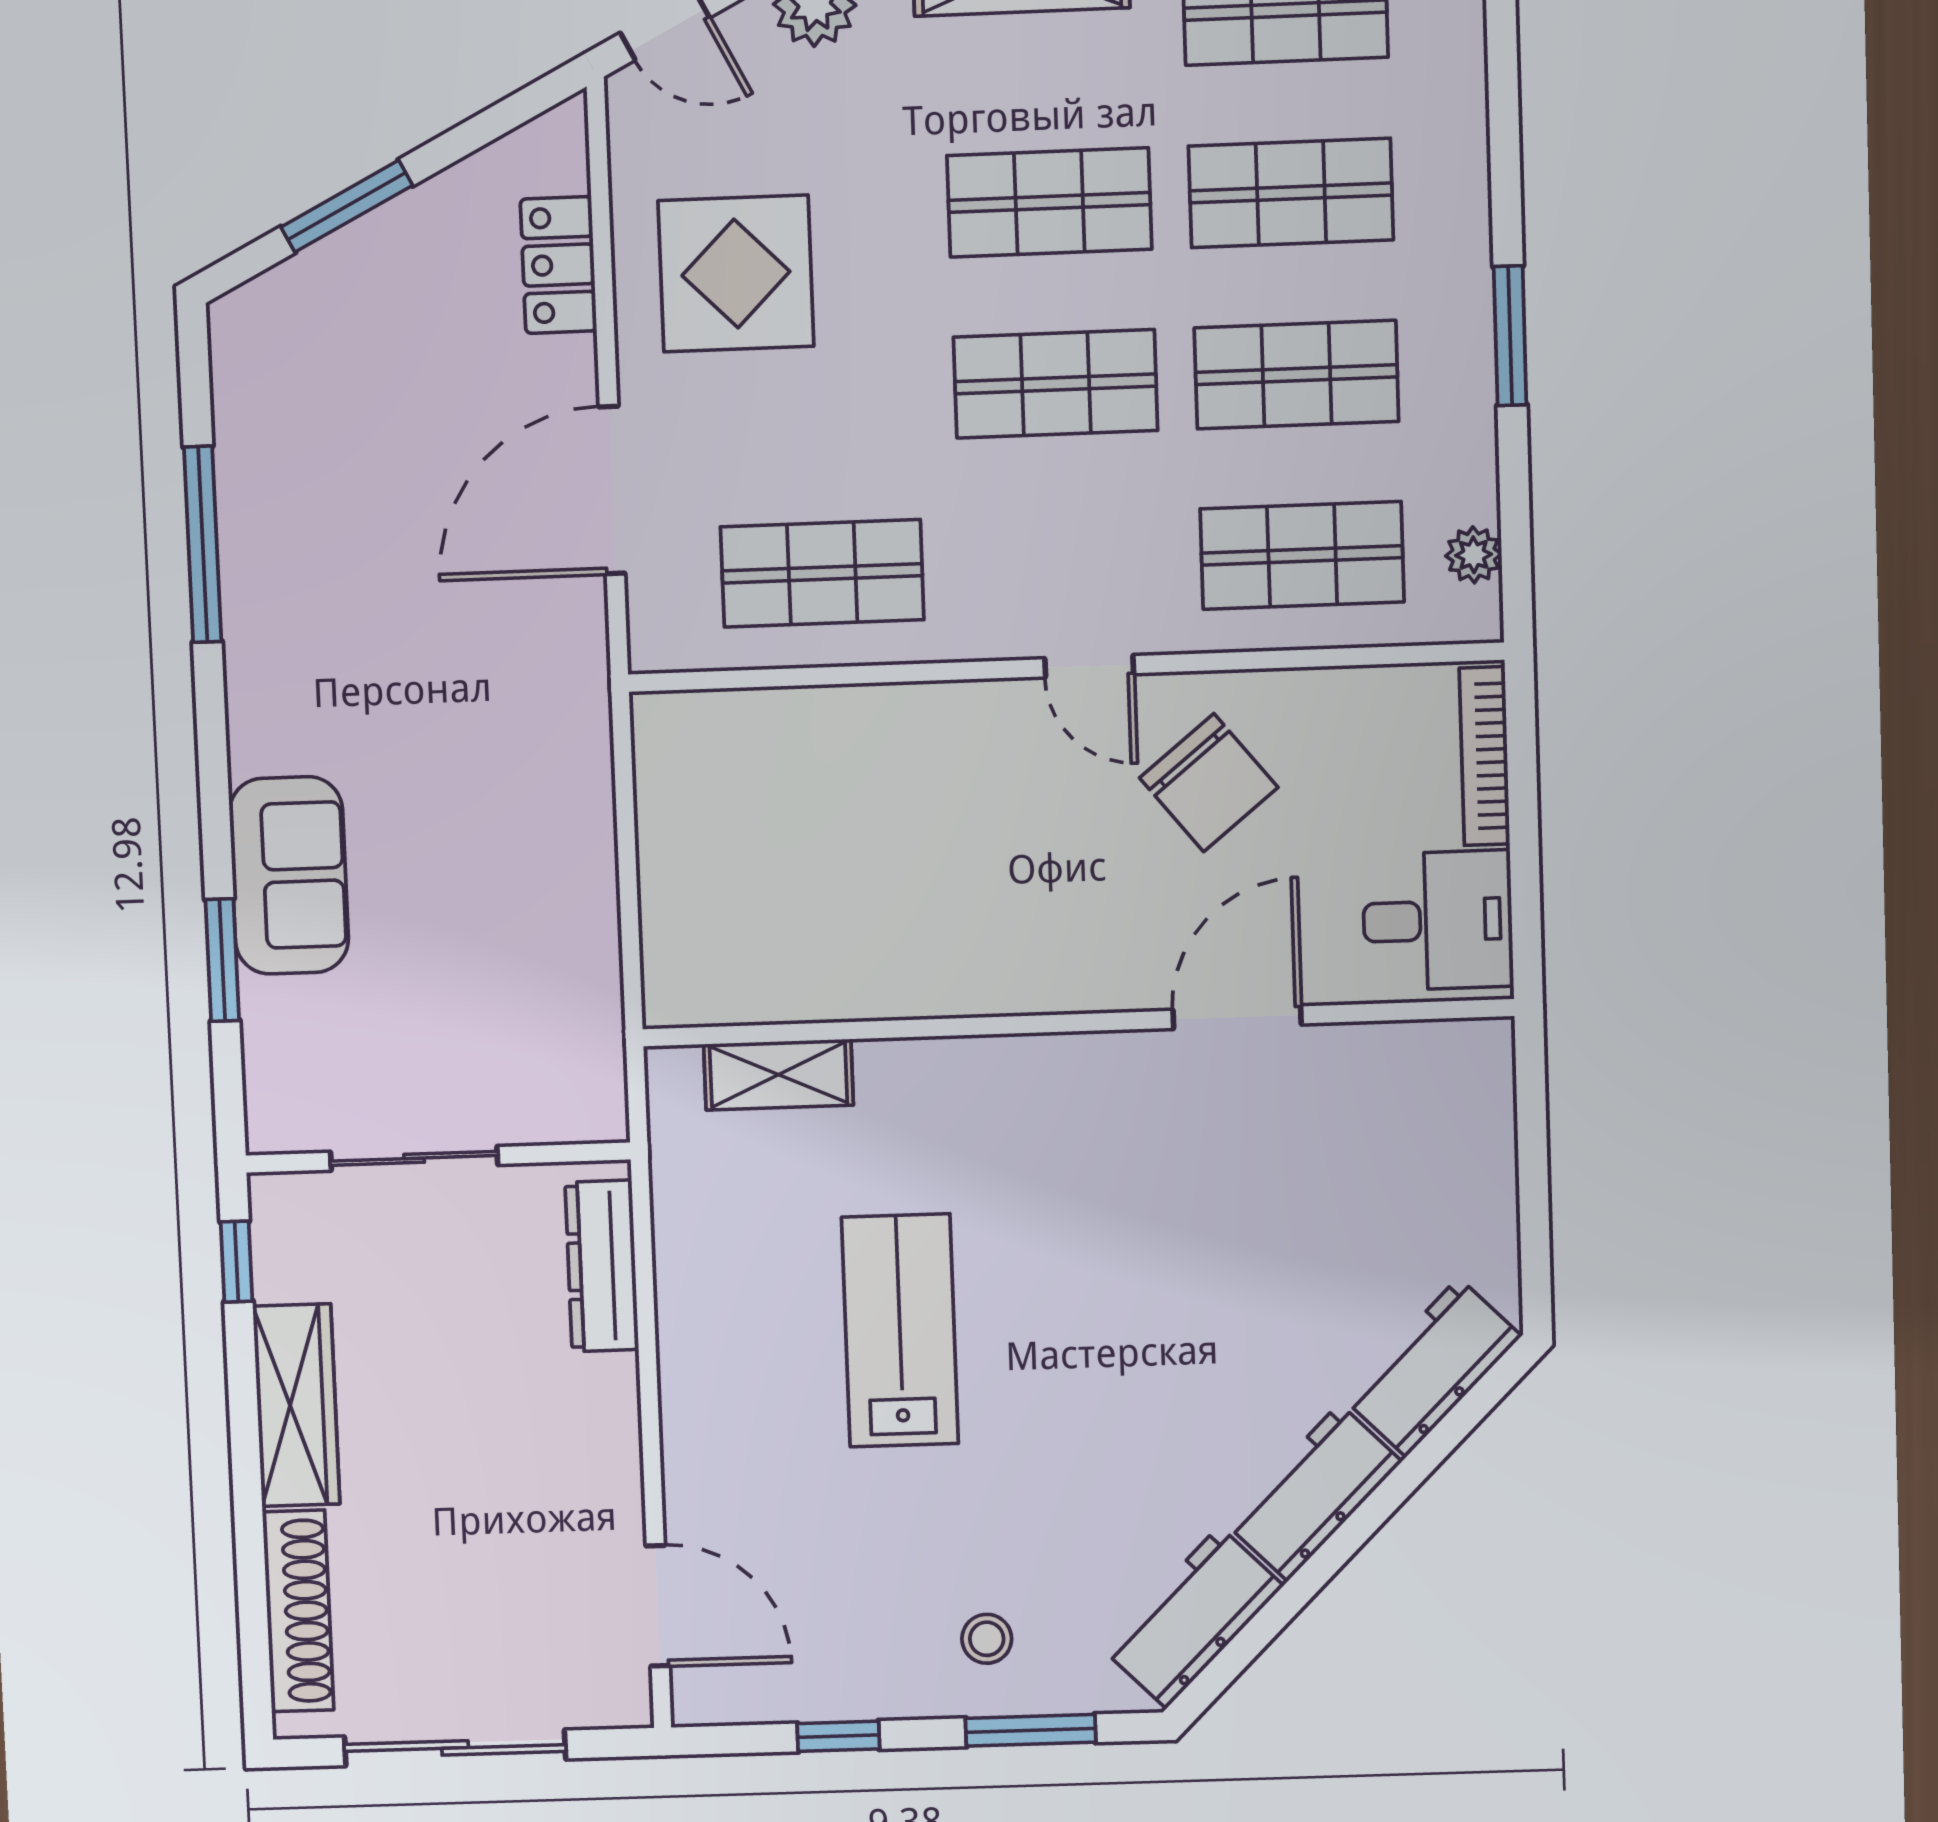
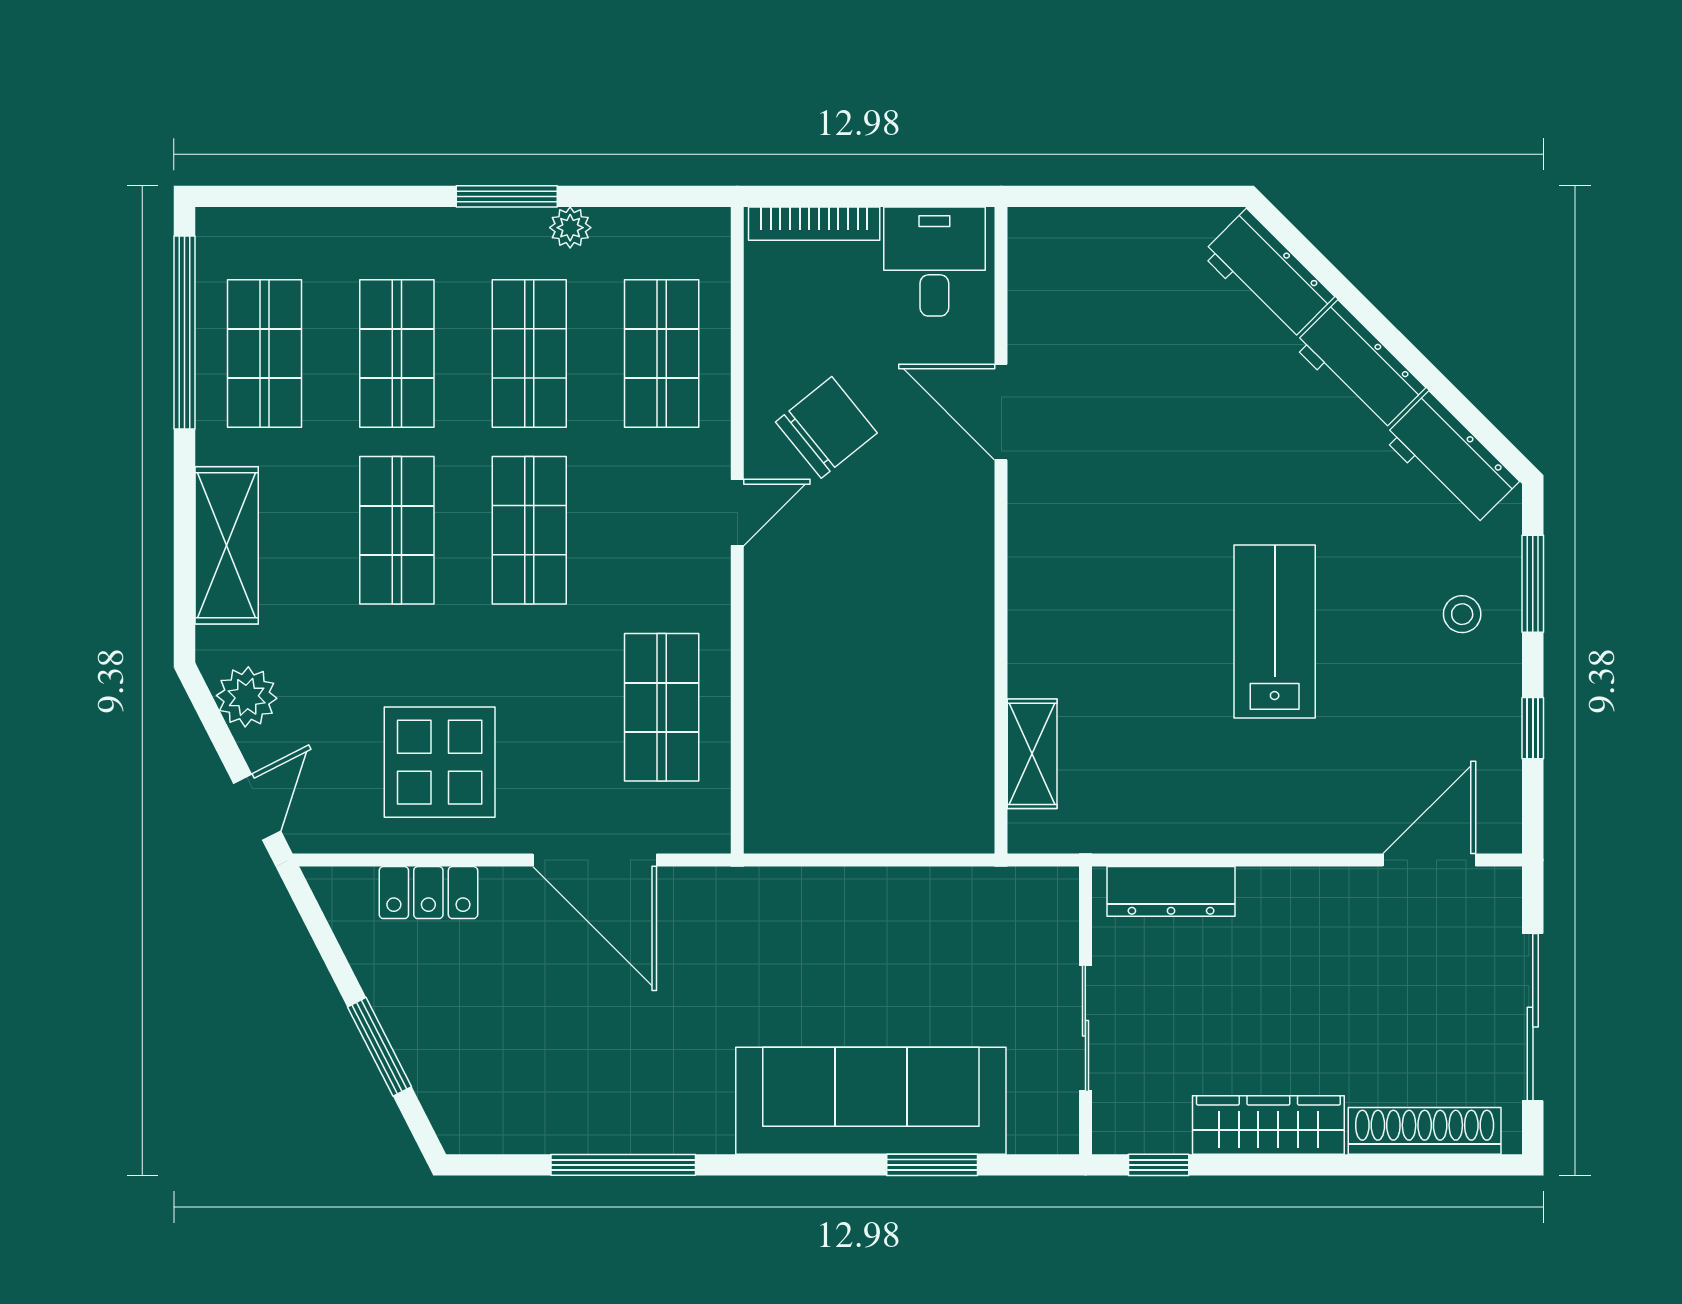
plant: (1474, 555) -> (570, 228), moved
sofa: (289, 875) -> (871, 1101), width x1.85, depth x1.27
lab bench: (900, 1330) -> (1275, 632), moved, turned 90

